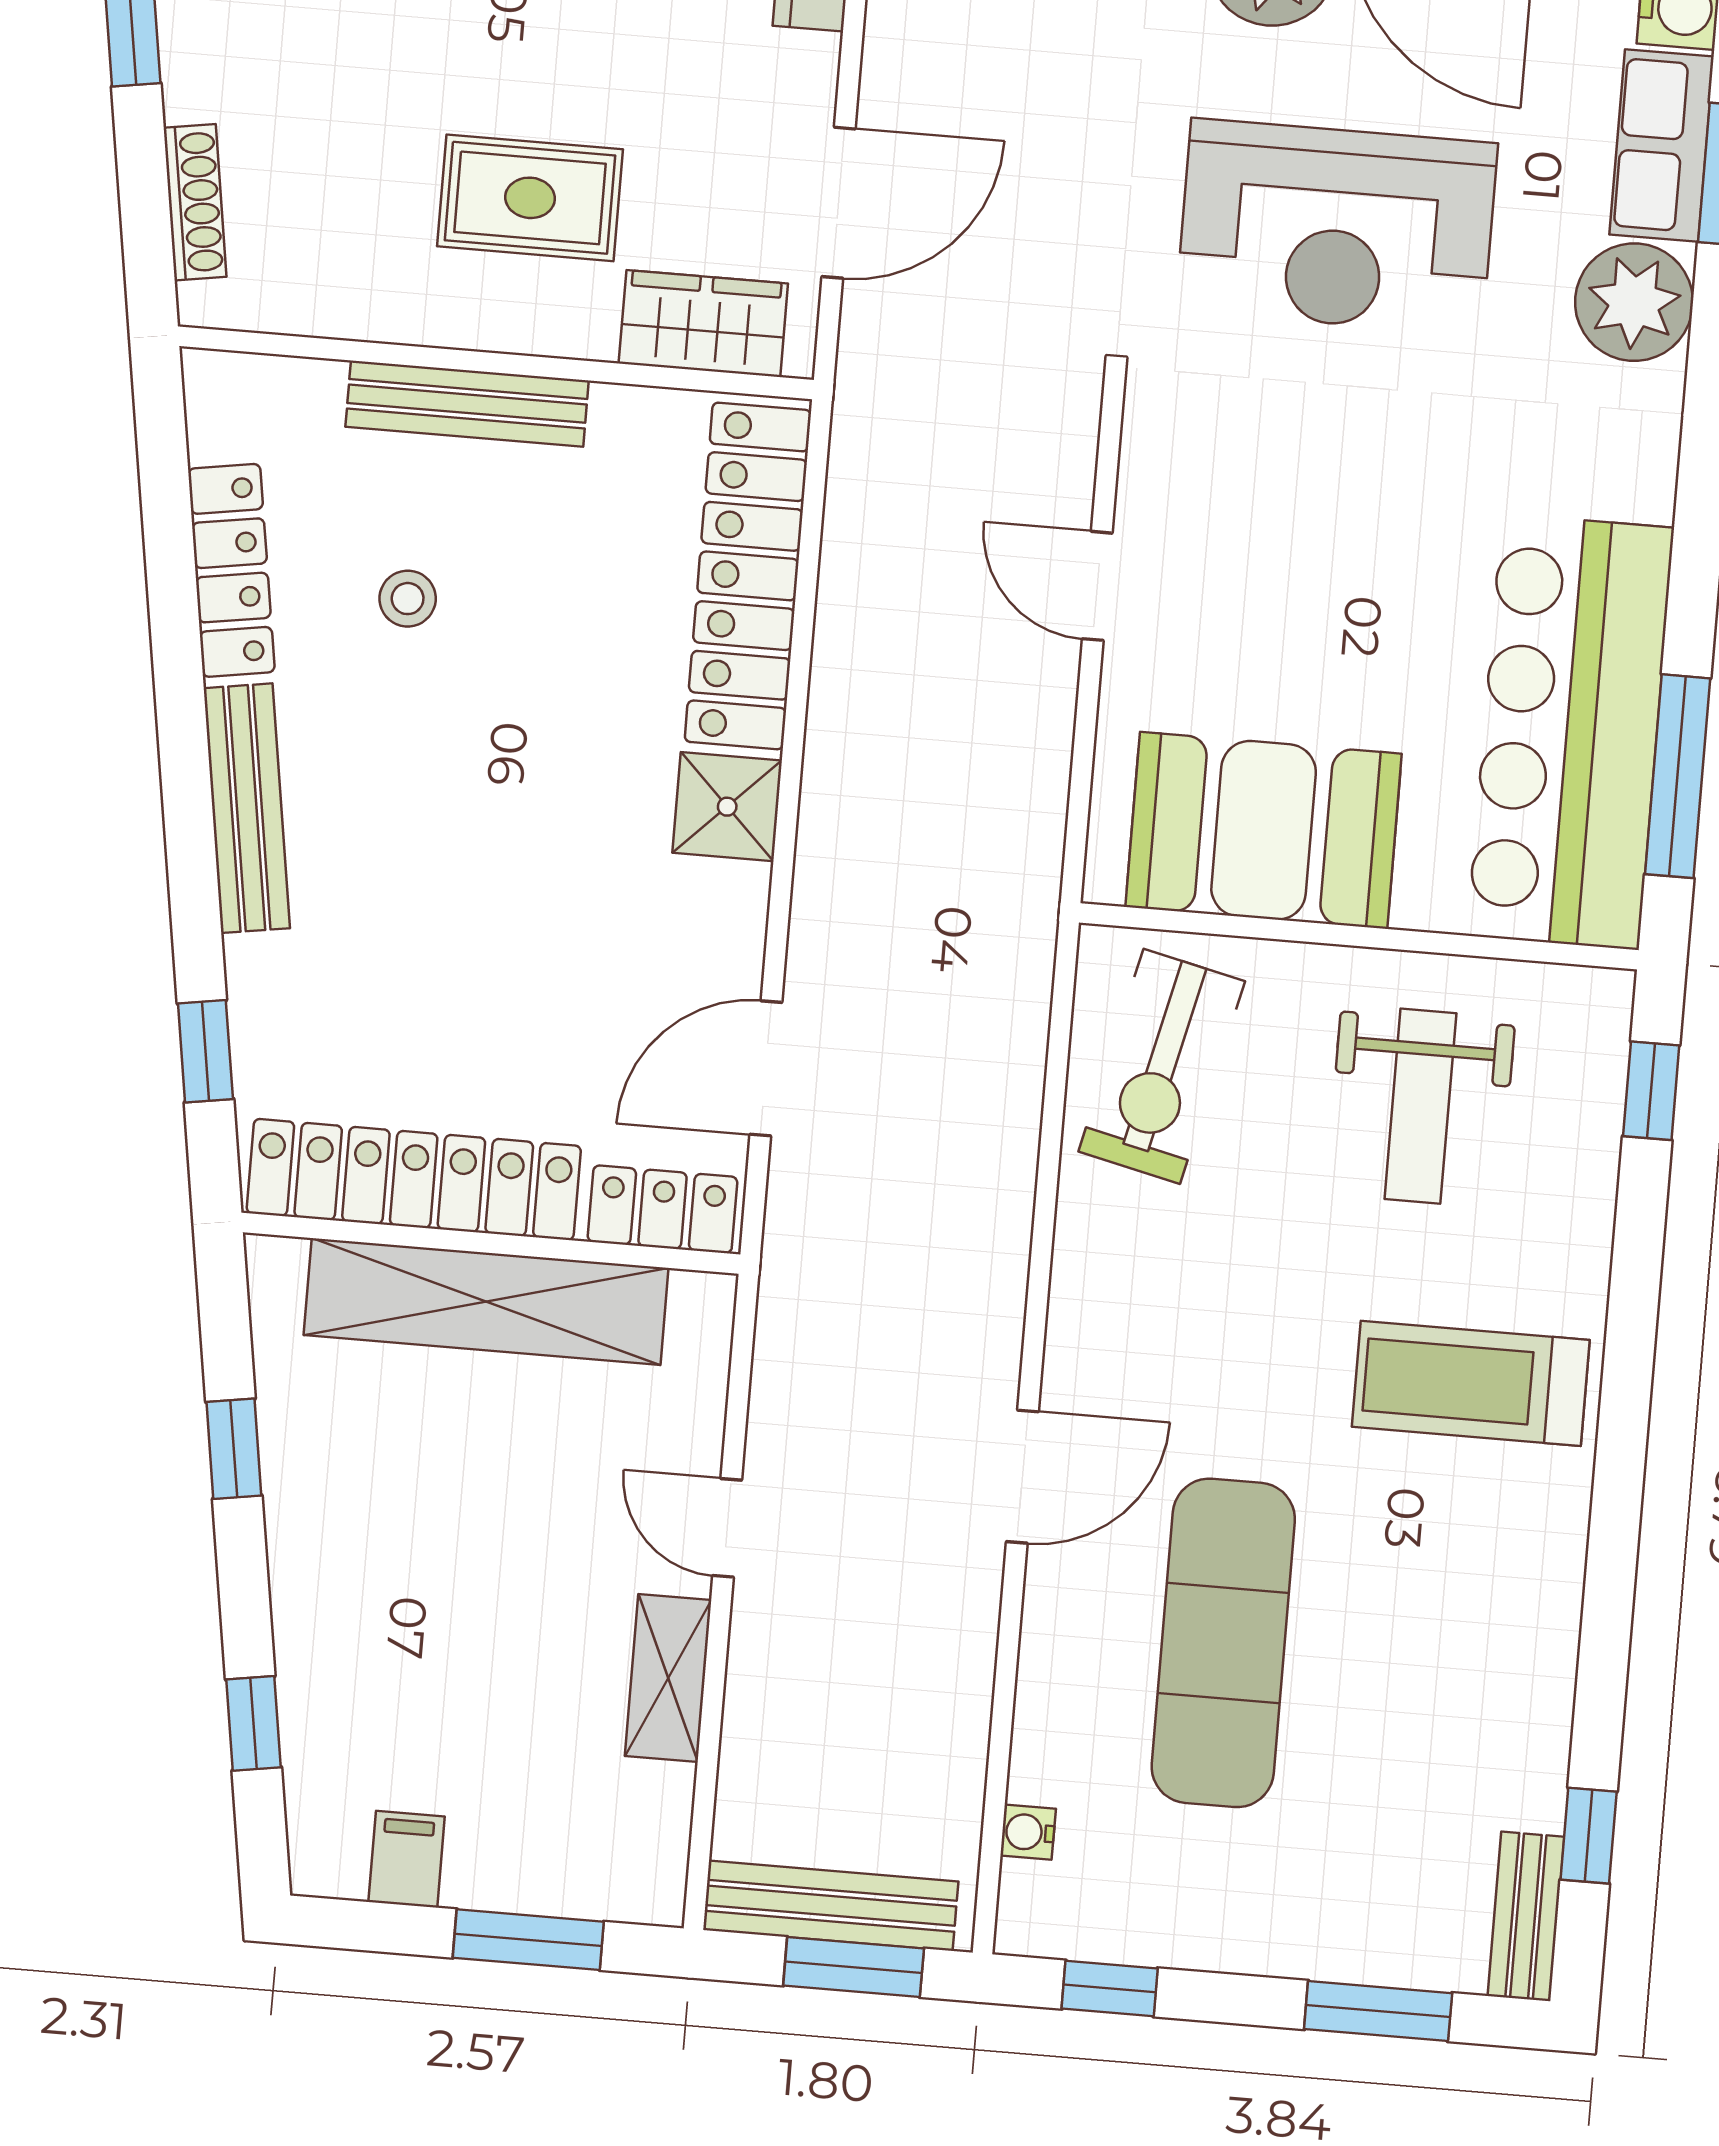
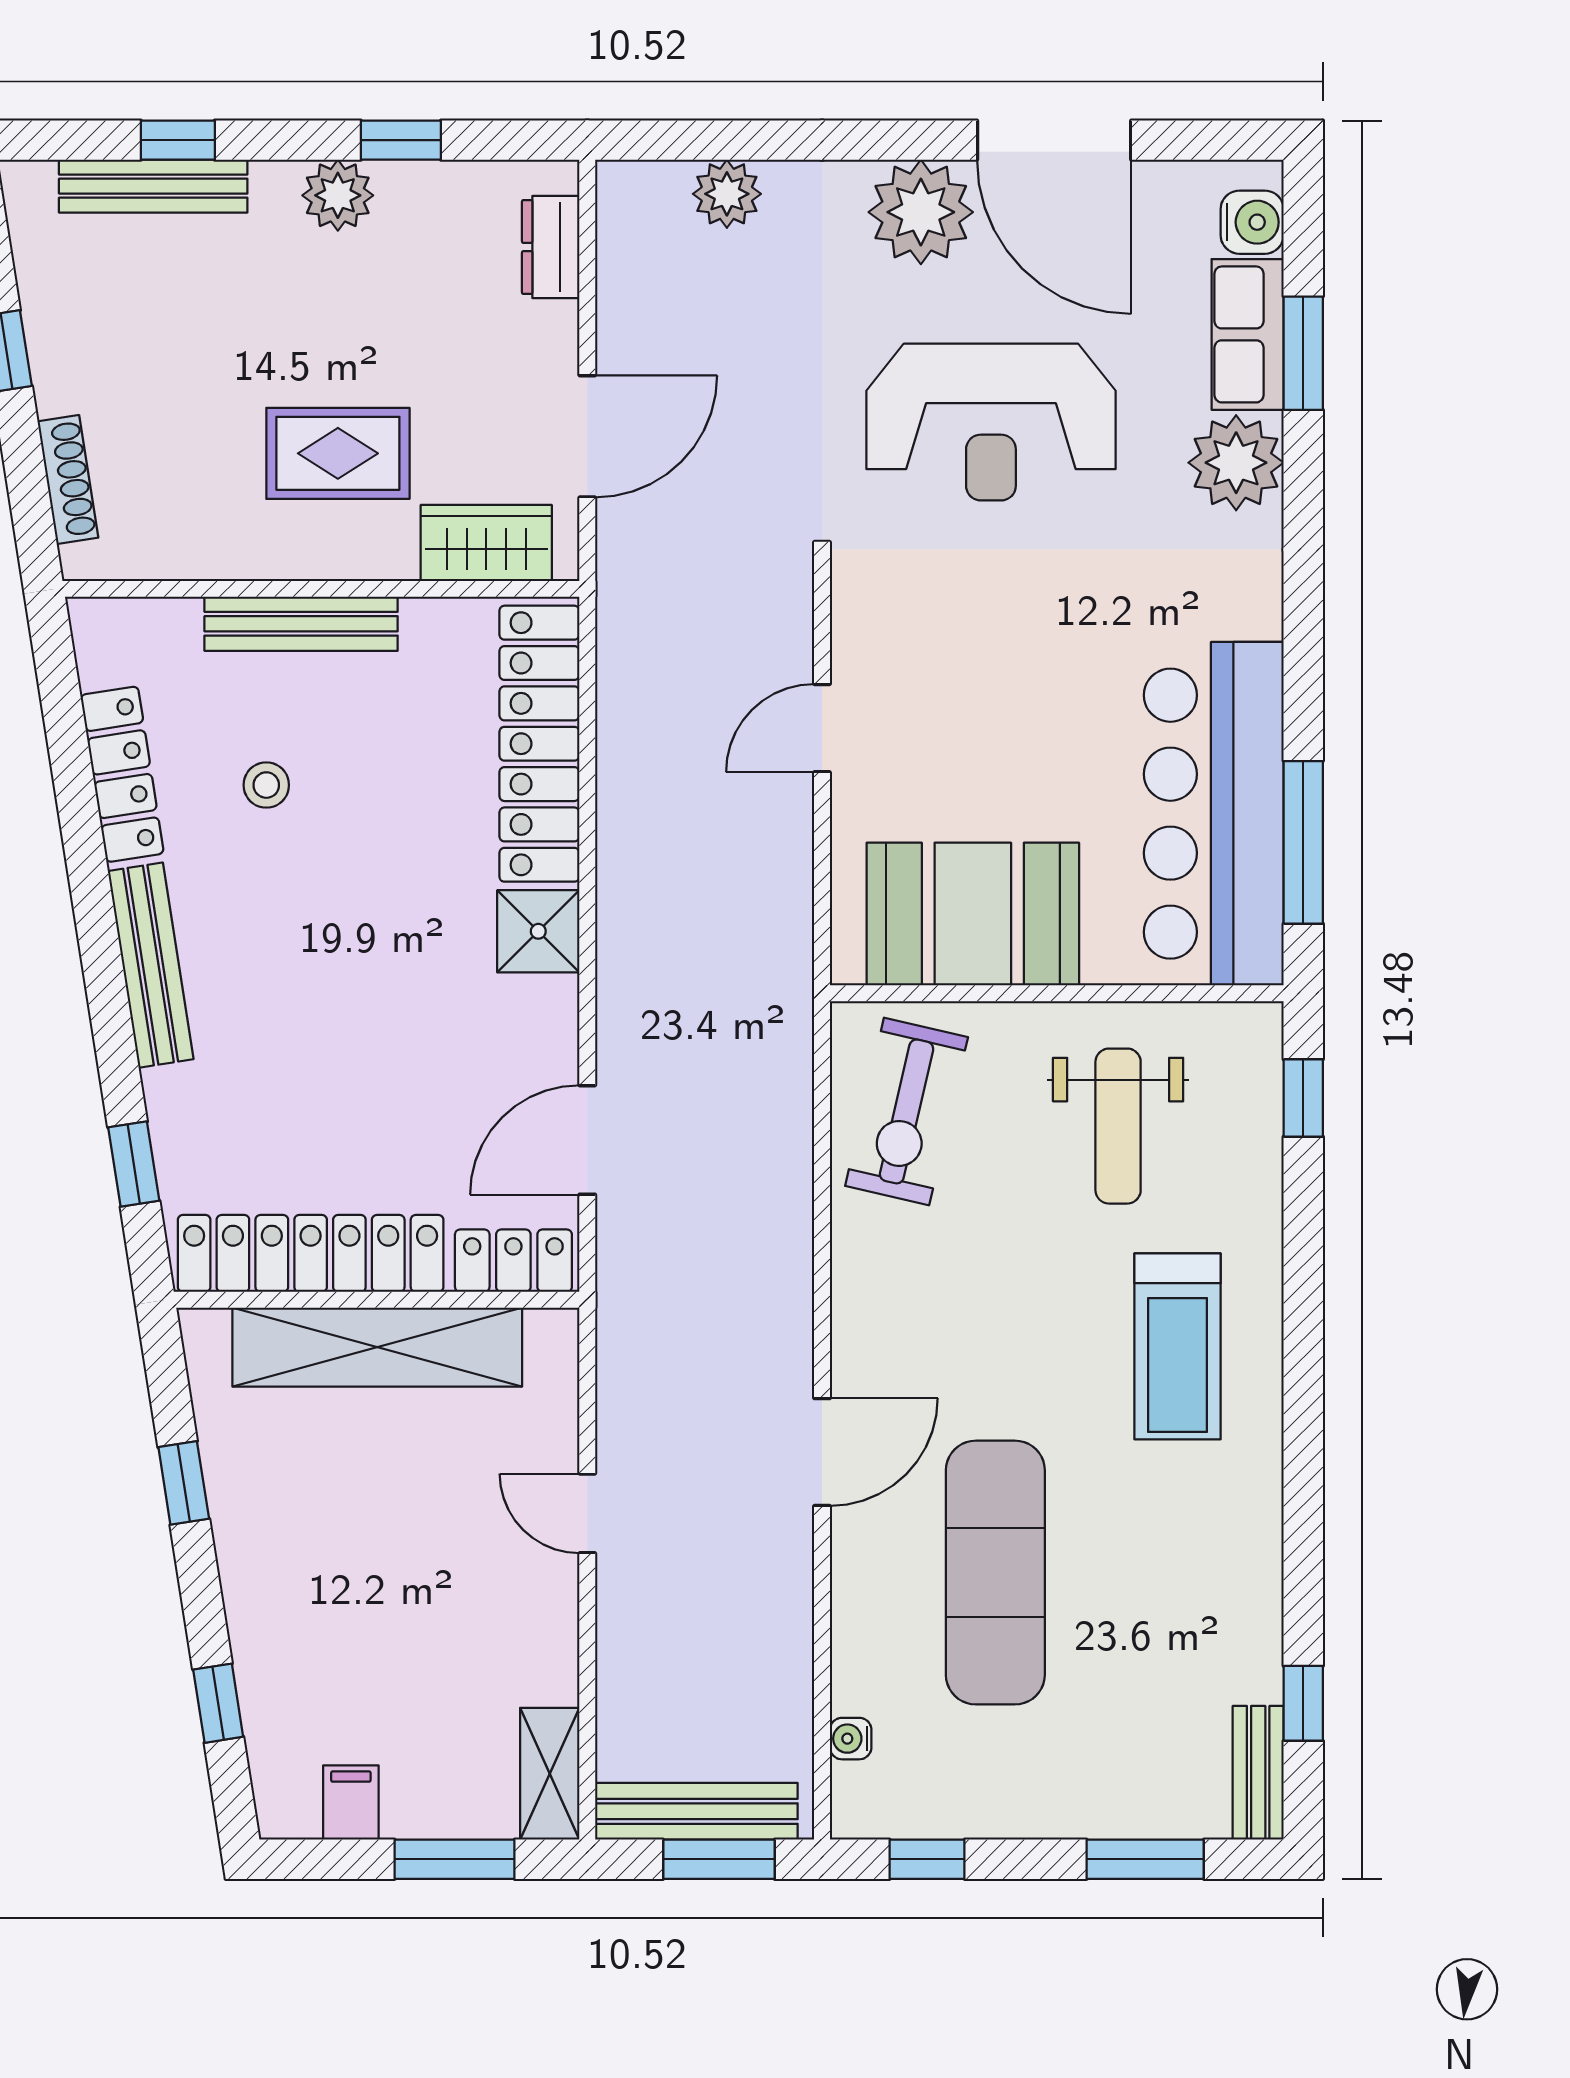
door: (1097, 586) -> (822, 728), hinge flipped
treadmill: (1471, 1383) -> (1178, 1346), turned -90
shelving: (668, 1678) -> (550, 1774), moved

